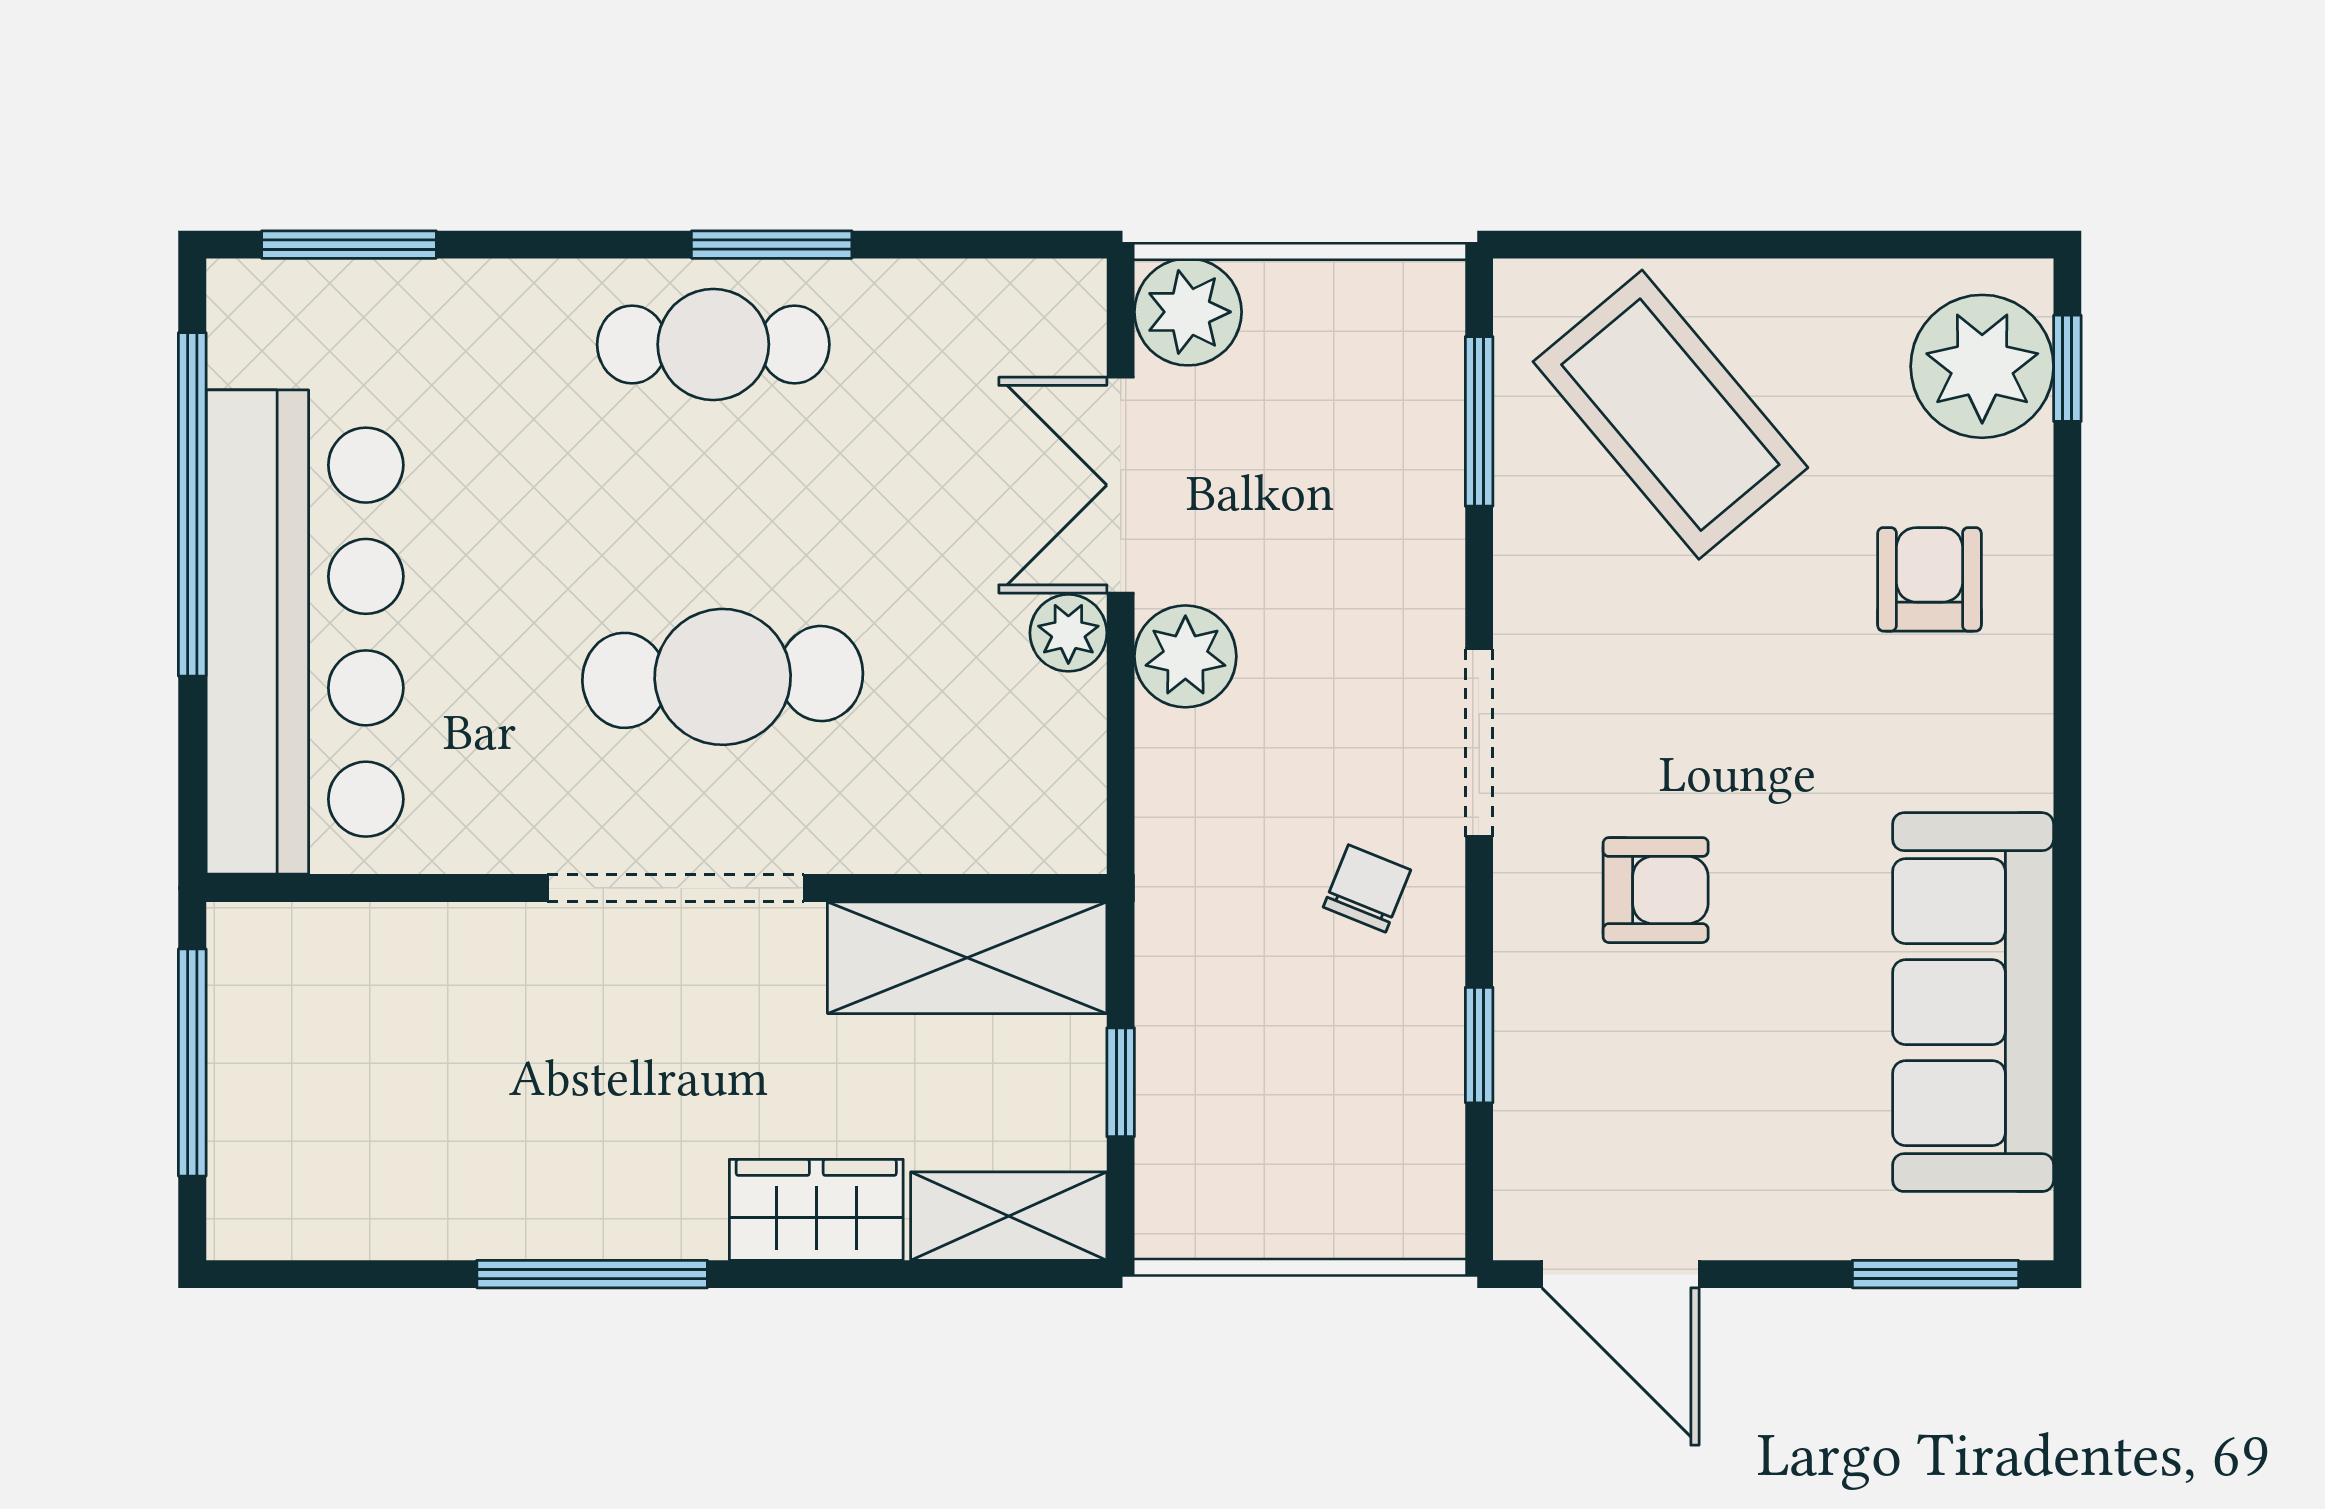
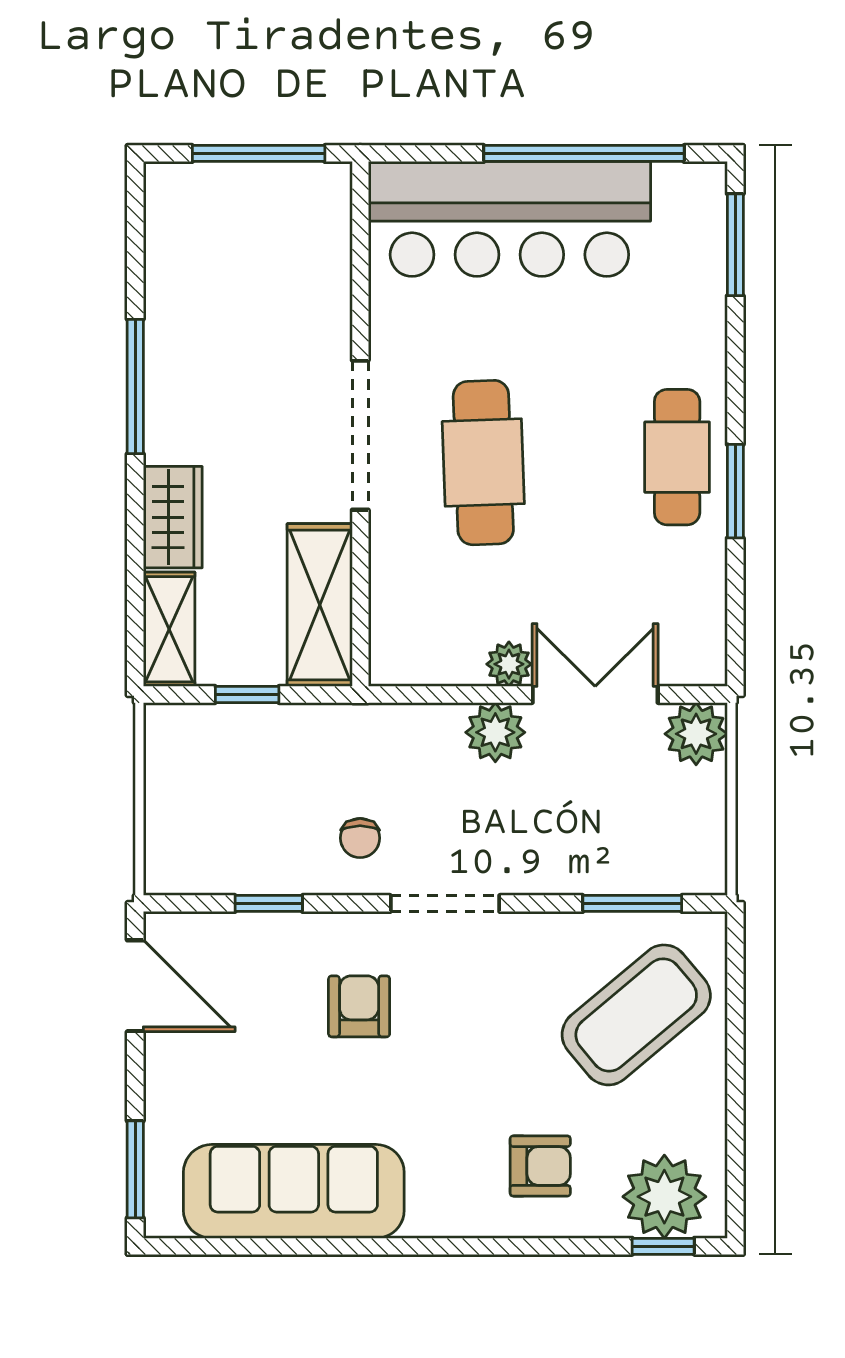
chair: (1367, 888) -> (360, 838), turned 68
armchair: (1656, 890) -> (359, 1006), turned 180
door: (1620, 1274) -> (135, 986), swing flipped

